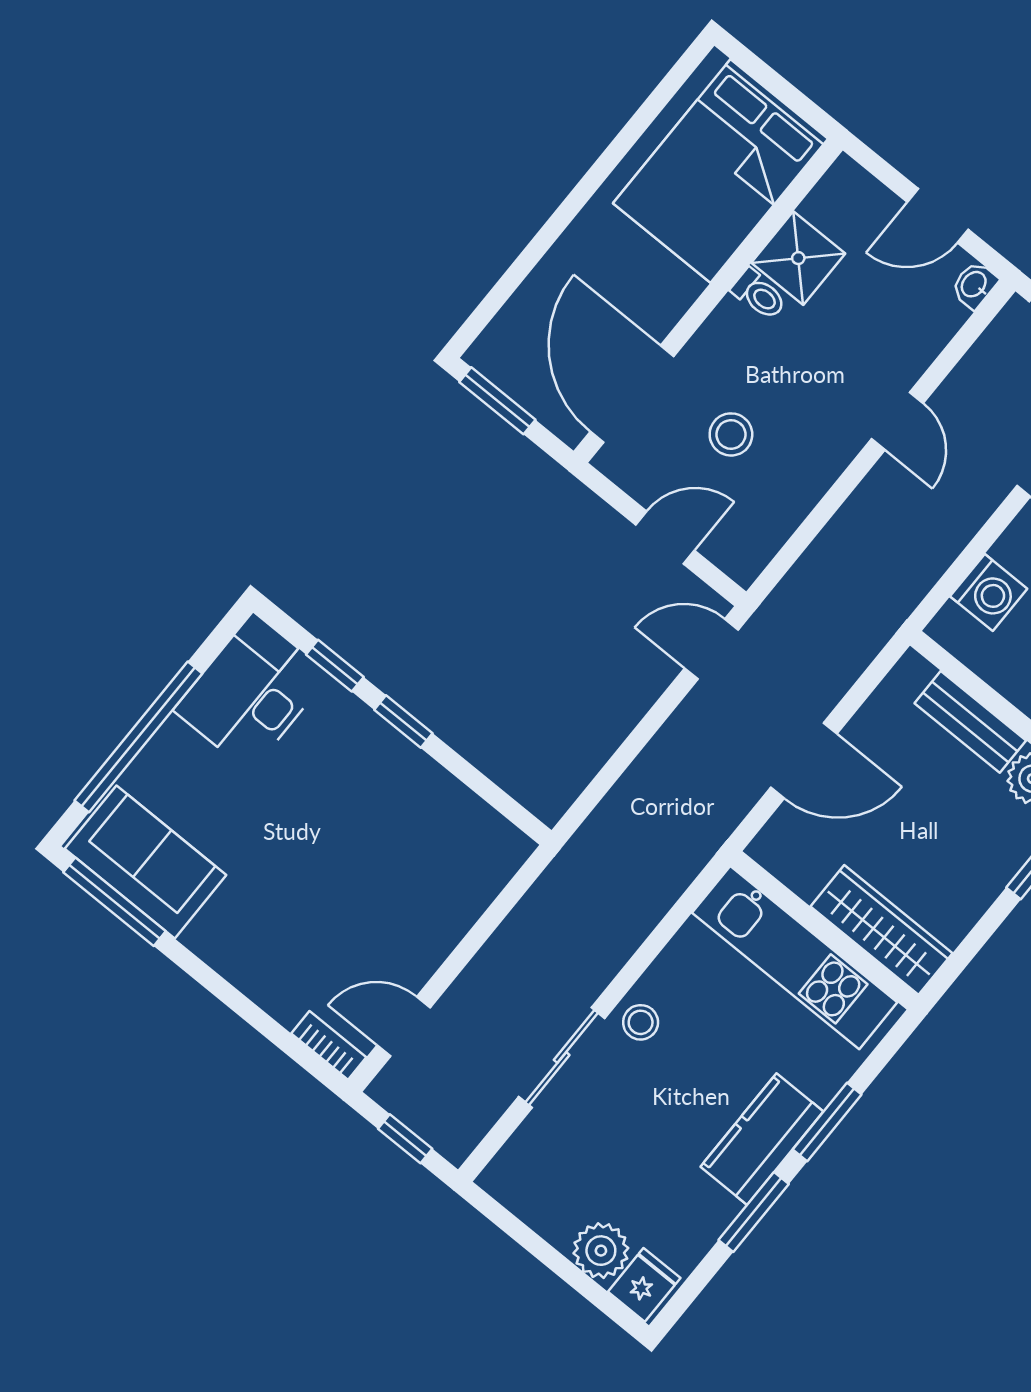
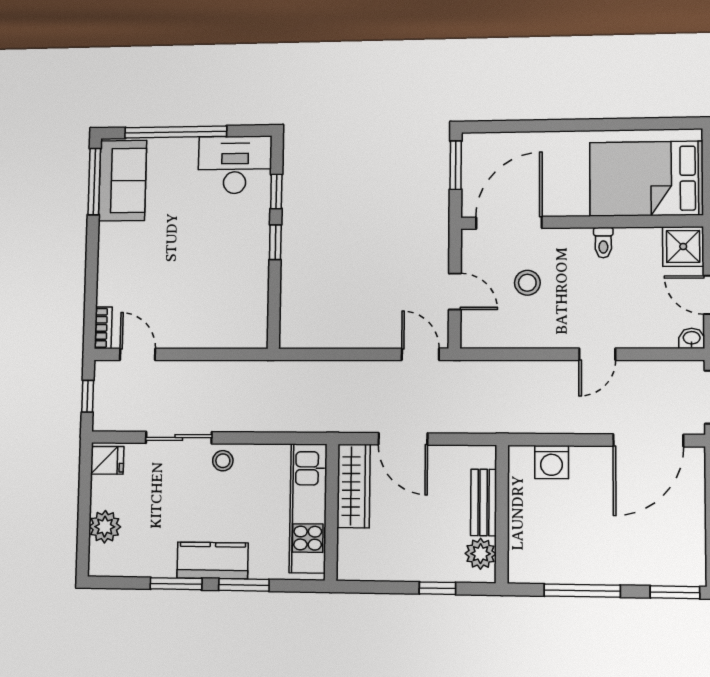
shower: (798, 258) -> (683, 246), moved
wardrobe: (881, 930) -> (354, 486), moved
fridge: (644, 1285) -> (107, 460), moved

